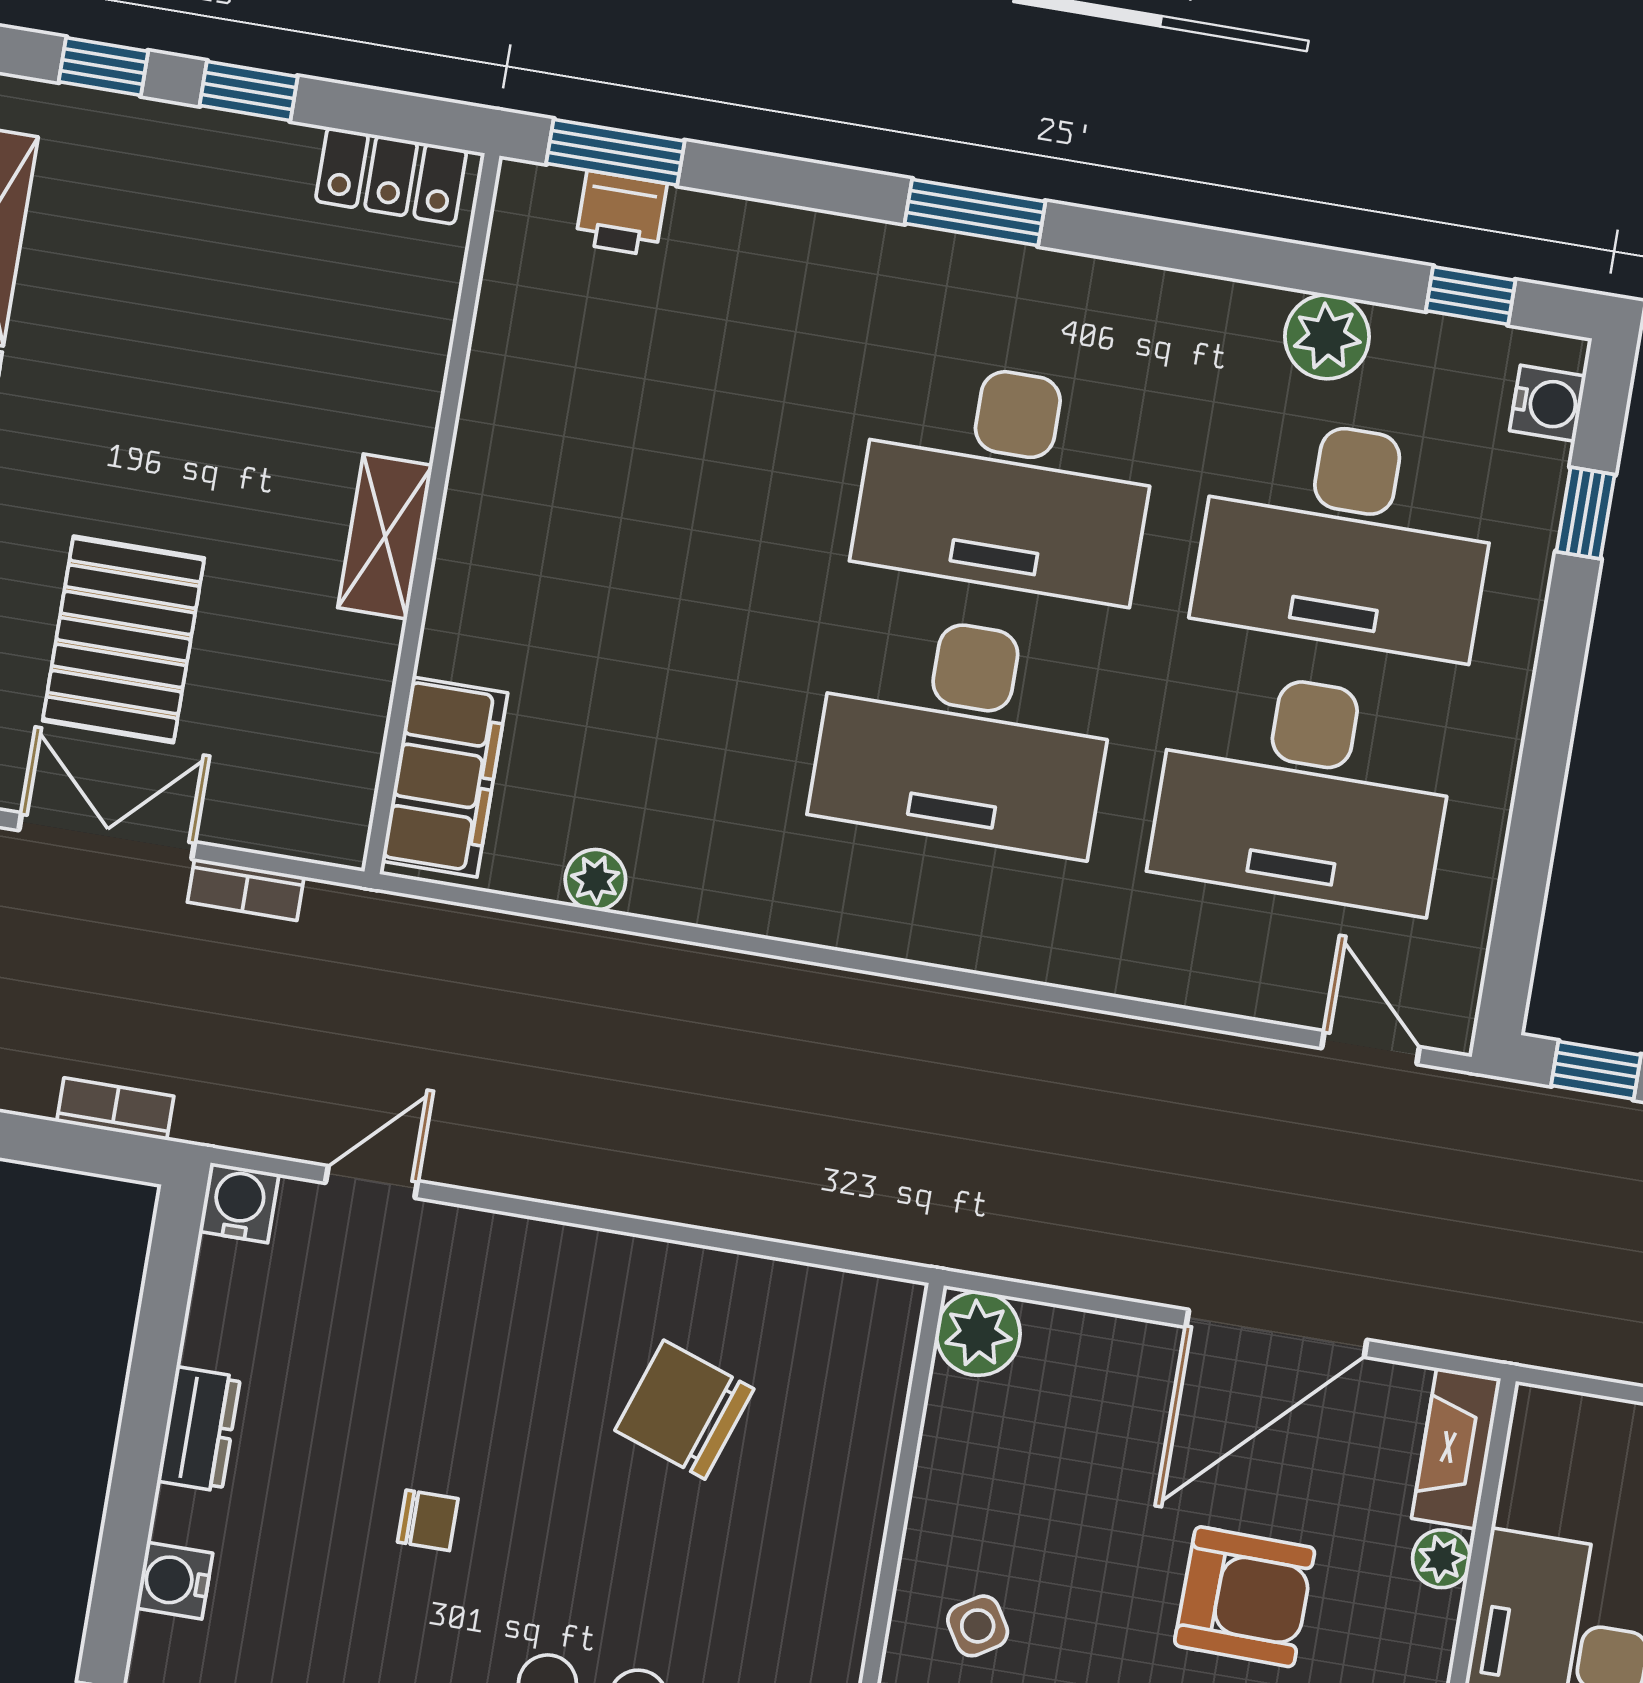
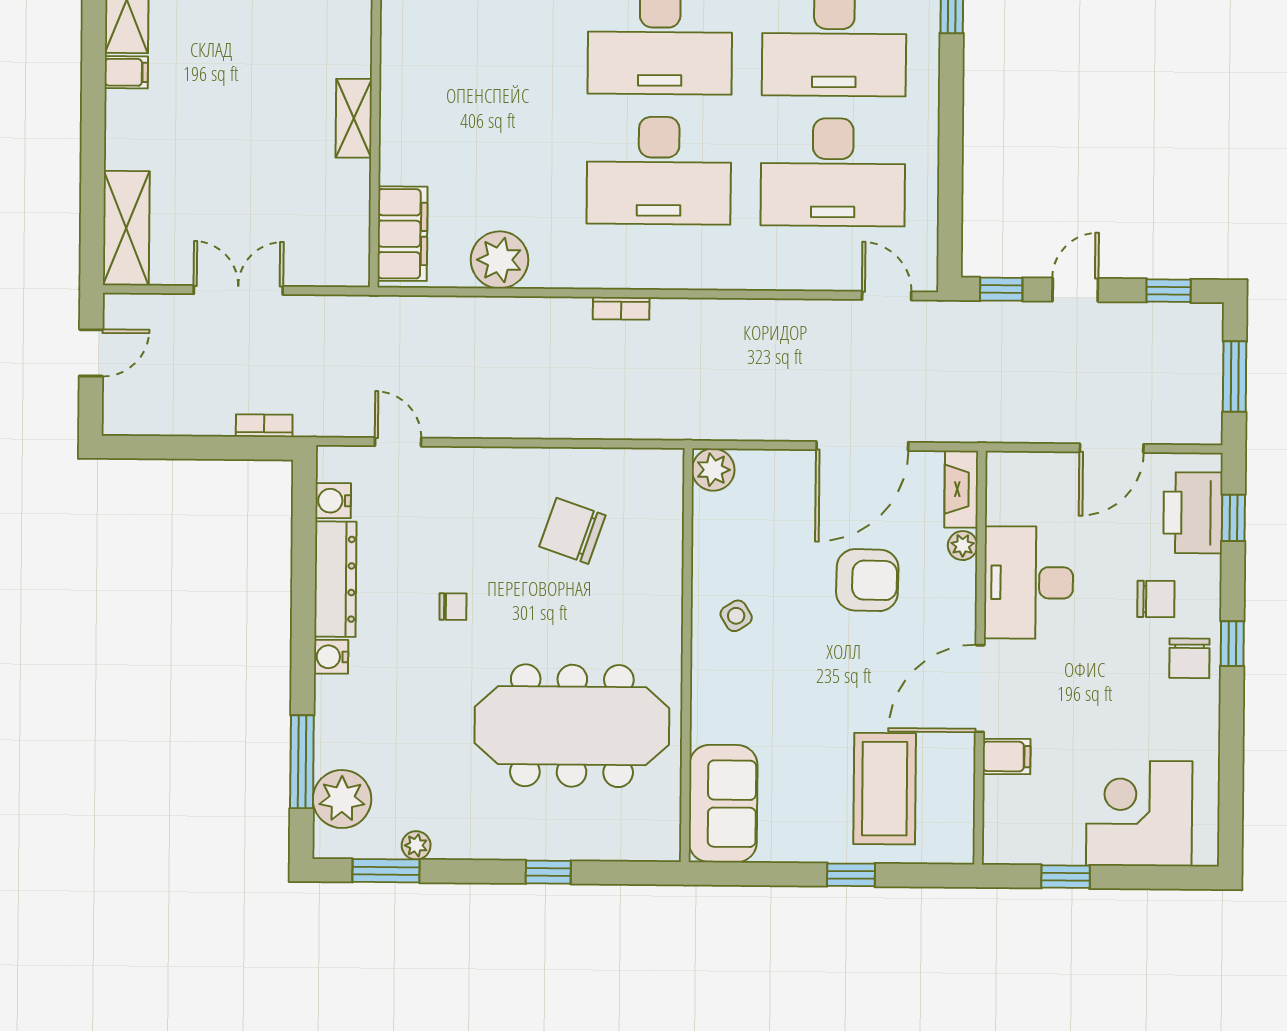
pallet: (123, 639) -> (231, 190), removed
plant: (595, 880) -> (500, 260), width x1.87, depth x1.87
bookcase: (246, 889) -> (621, 308), moved
door: (372, 1182) -> (398, 442), hinge flipped
water cooler: (239, 1203) -> (333, 501), moved, turned -90
dresser: (199, 1429) -> (335, 579), width x1.96, depth x1.24

